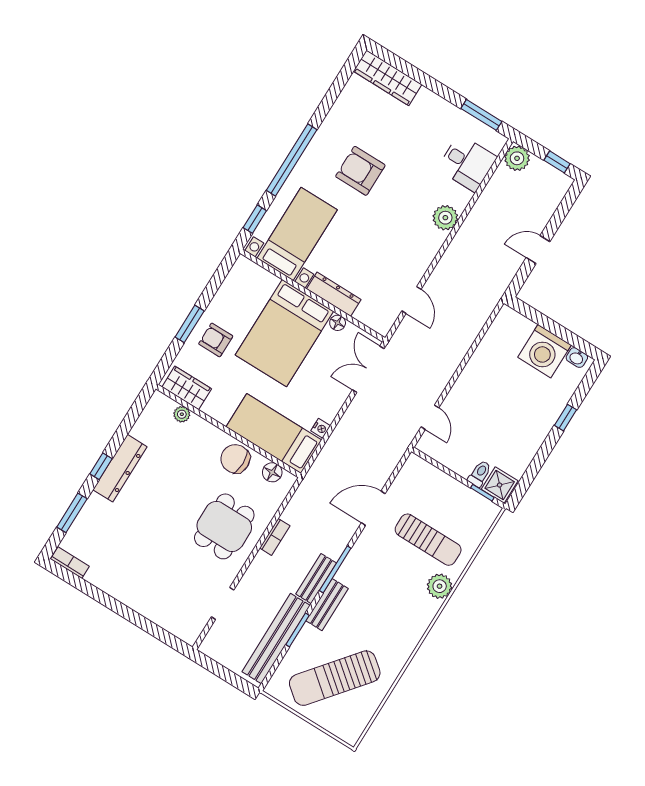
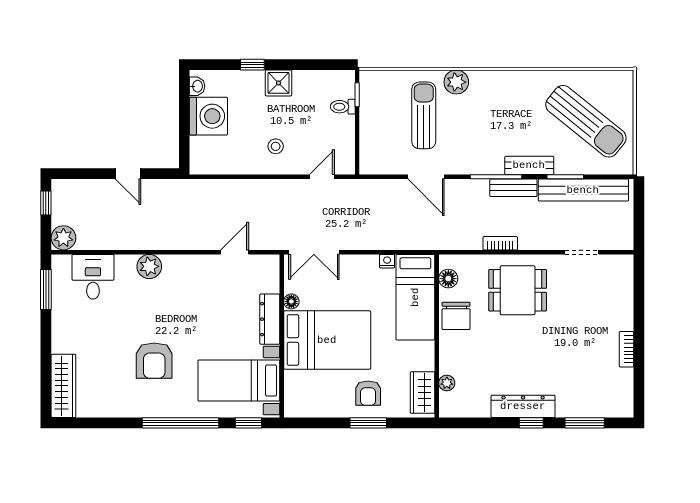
stool: (482, 393) -> (276, 146), added
shower: (500, 485) -> (279, 83), moved
bookcase: (70, 563) -> (627, 349), moved

